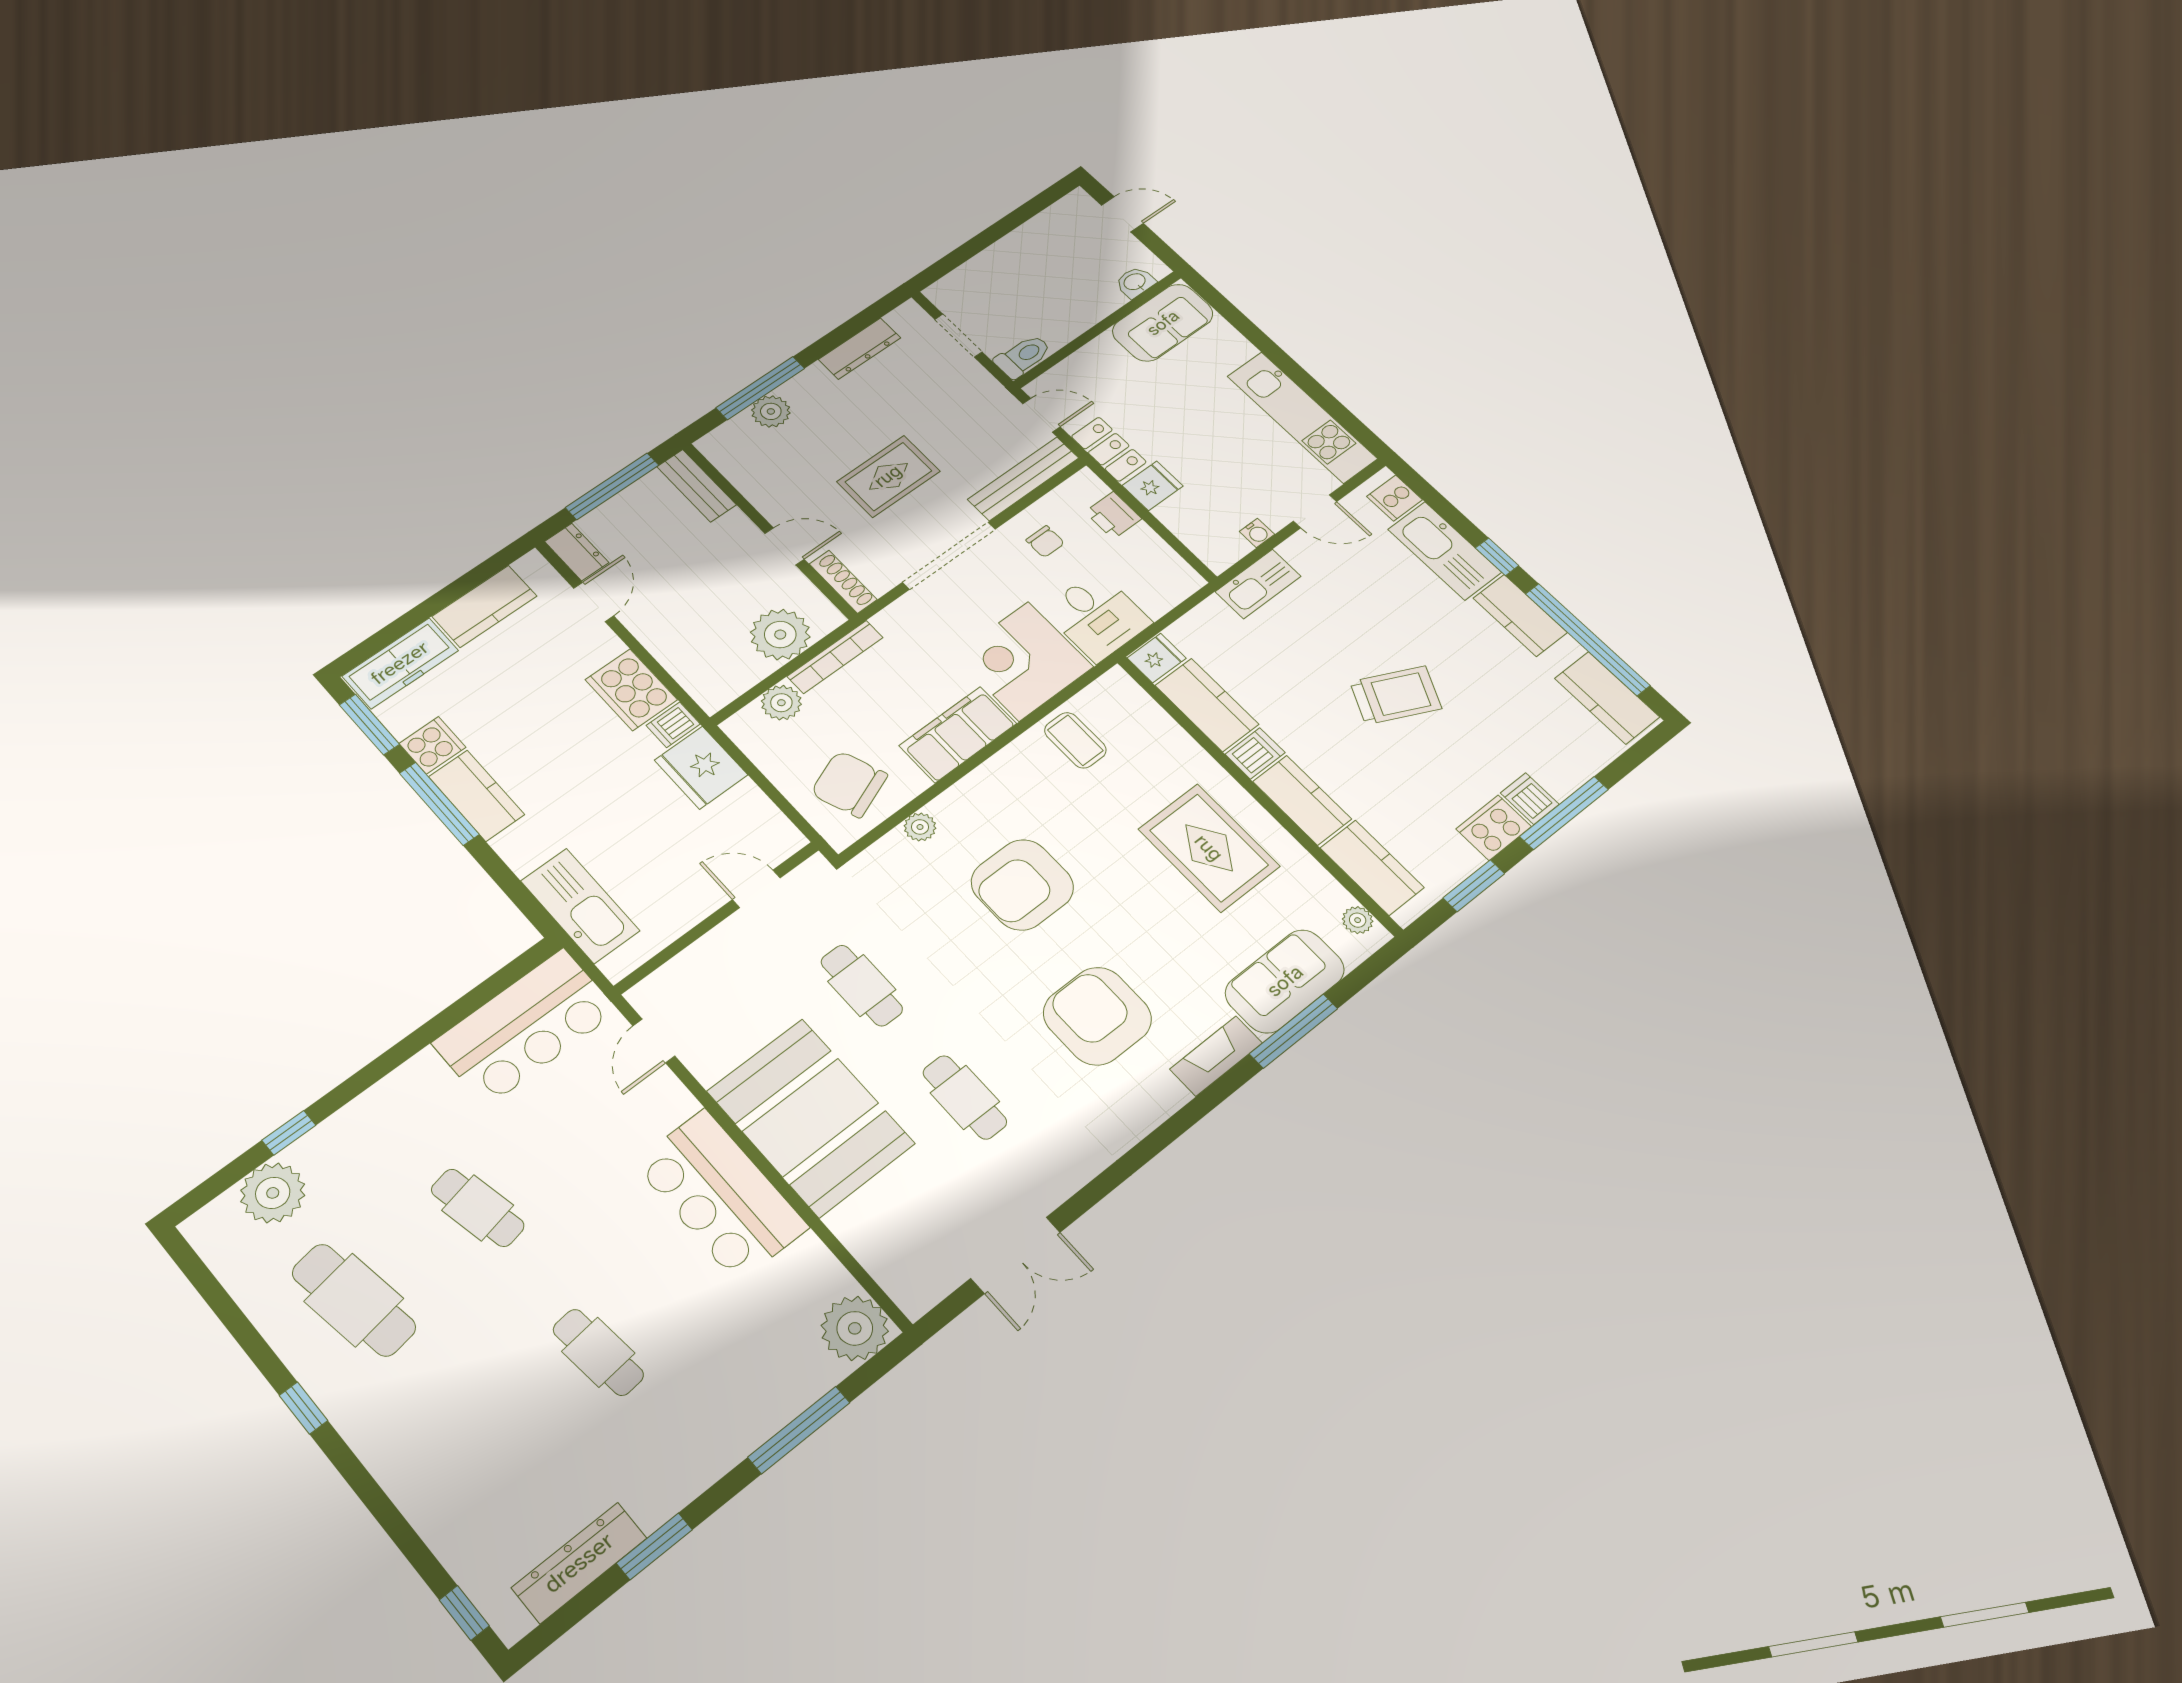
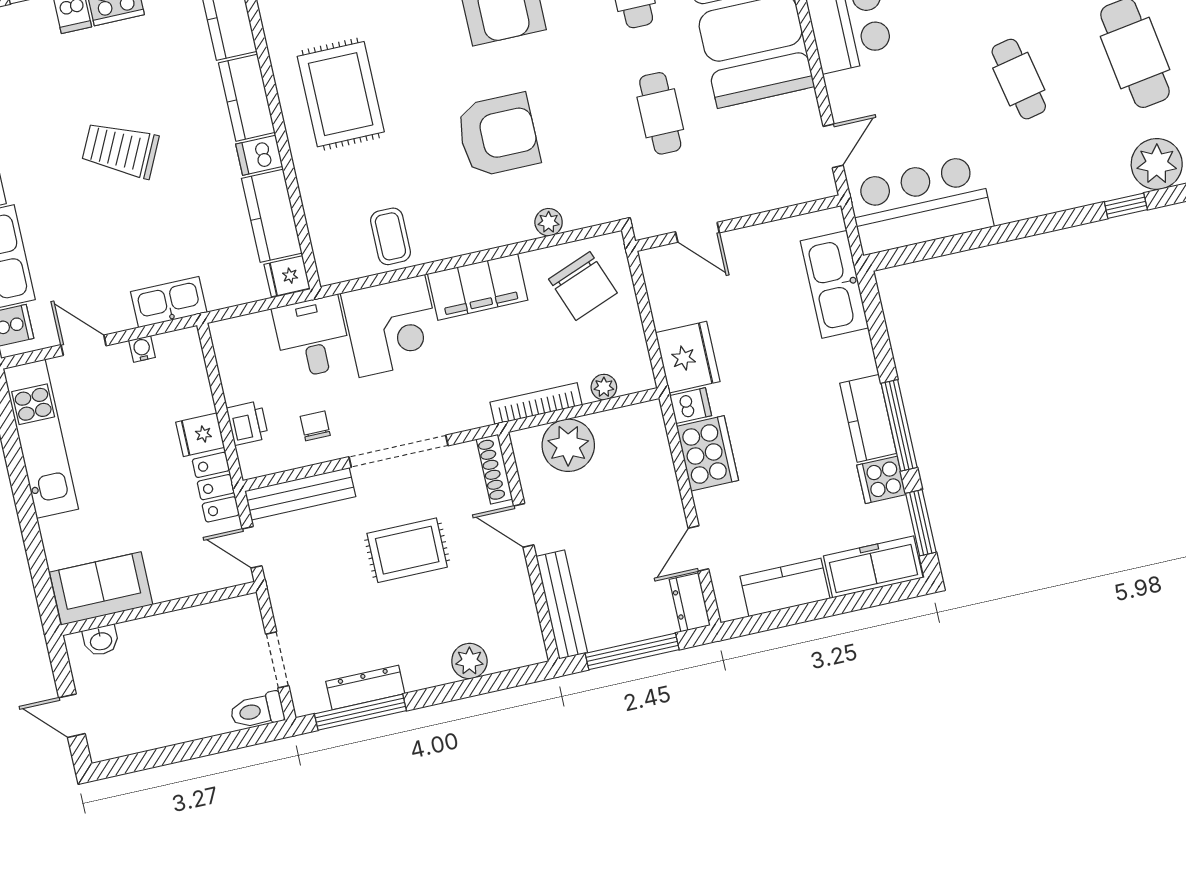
toilet: (1023, 356) -> (257, 711), moved
window: (760, 388) -> (360, 712), moved
bench: (697, 486) -> (562, 605), width x1.36
plant: (781, 703) -> (604, 387), width x0.73, depth x0.73

